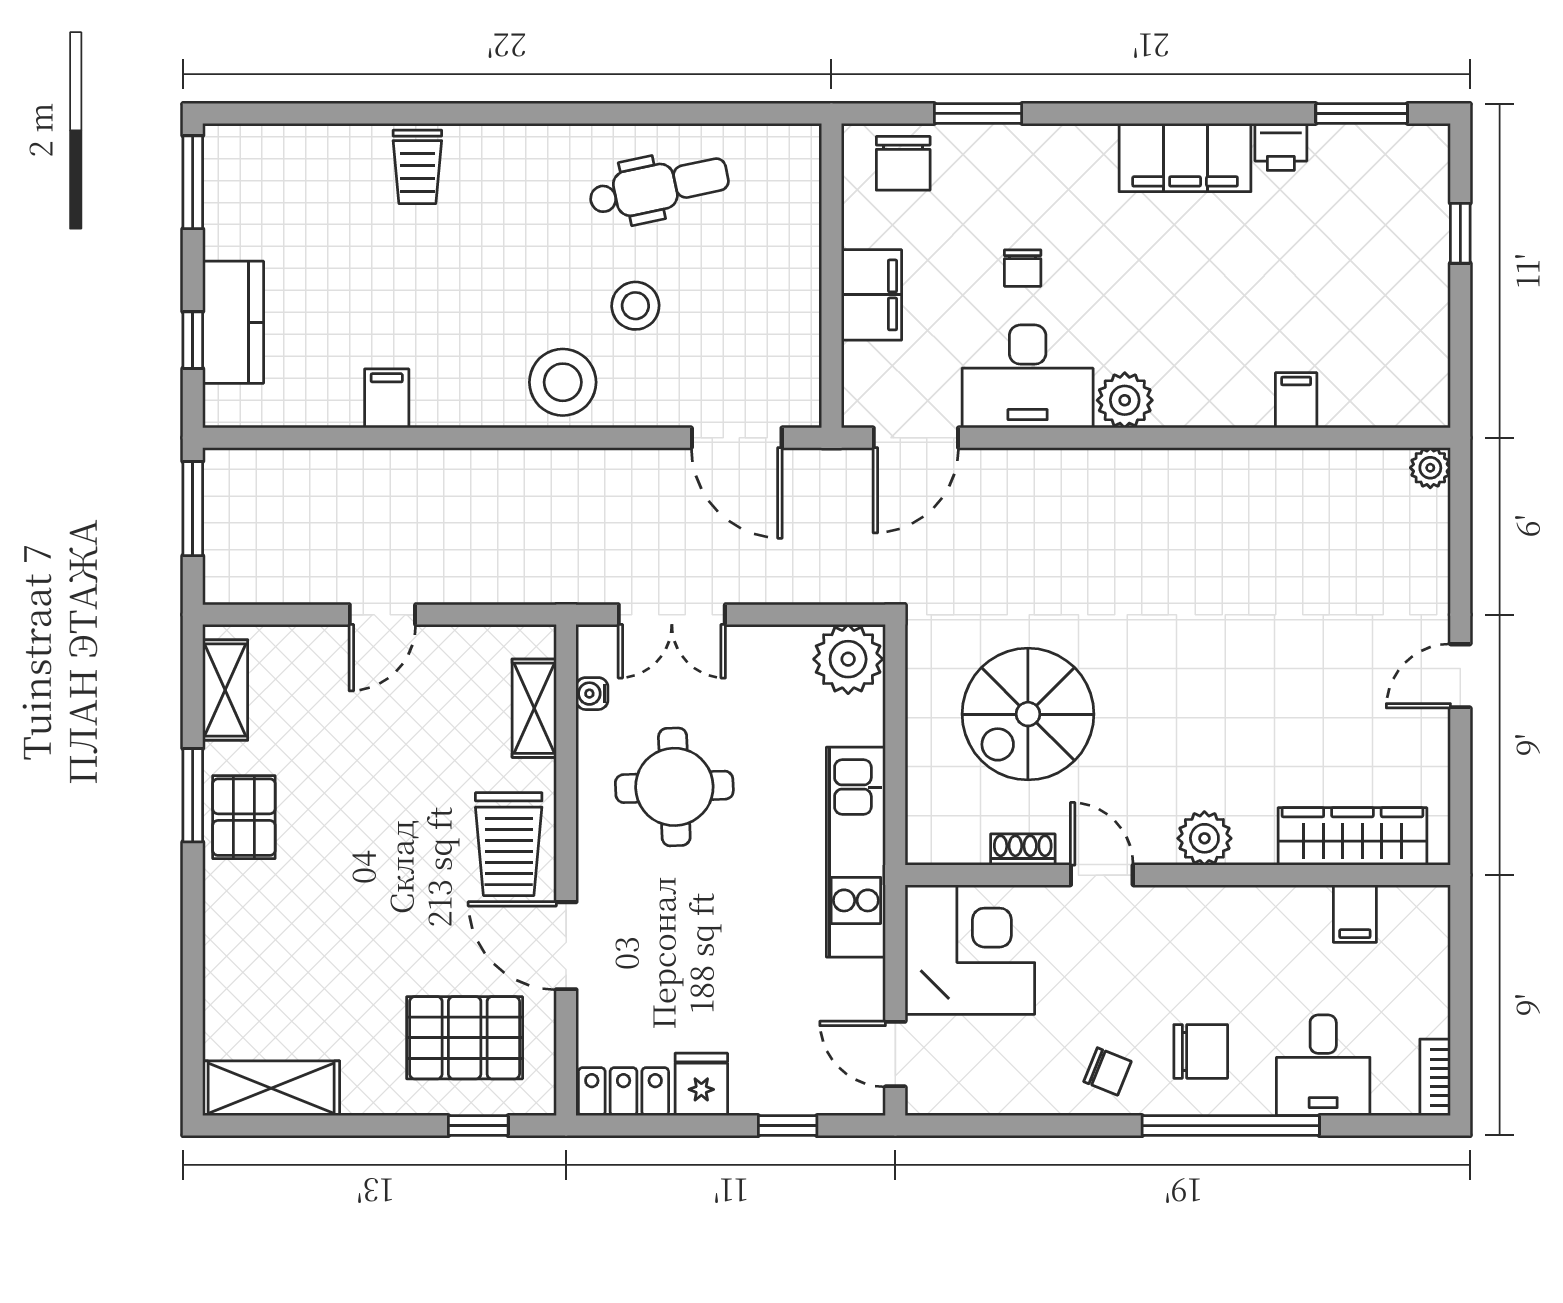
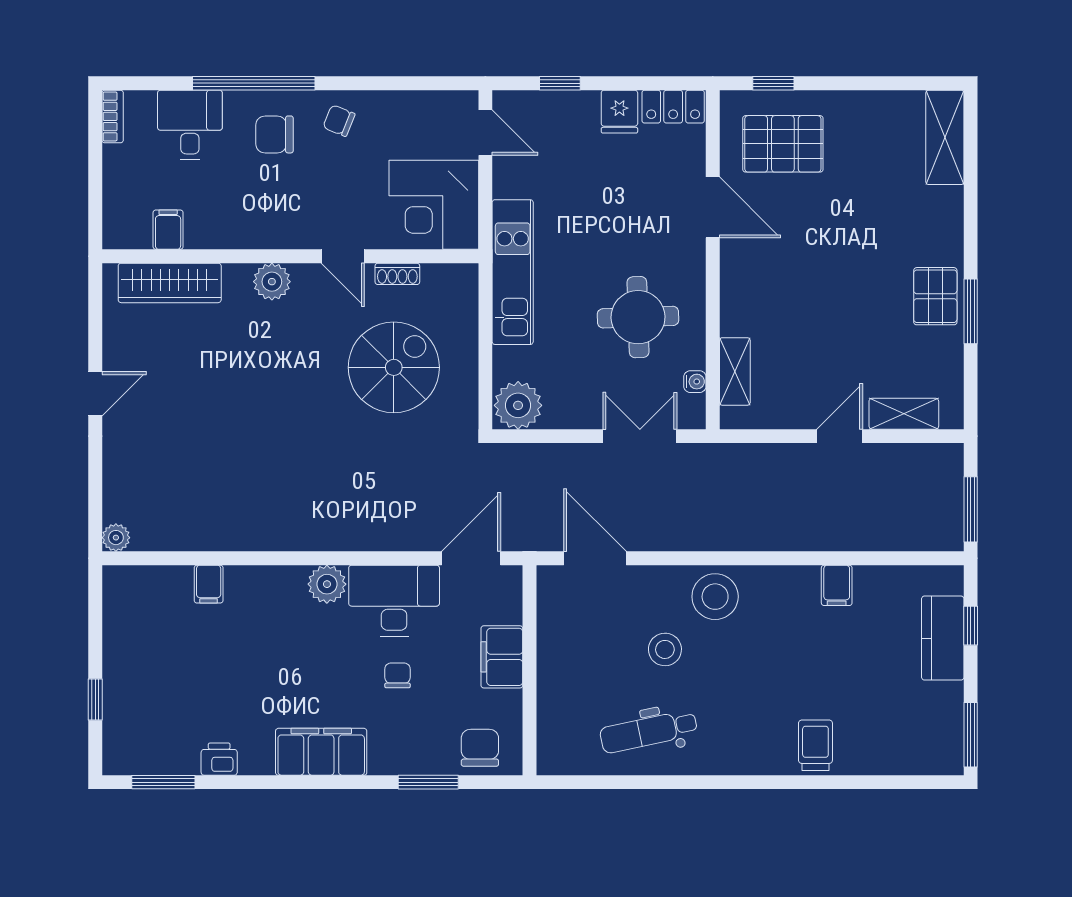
filing cabinet: (1185, 158) -> (321, 752), moved
shelving: (225, 690) -> (904, 414), moved, turned 90
trolley: (509, 844) -> (752, 278), removed
shelving: (271, 1088) -> (945, 137), moved, turned 90

